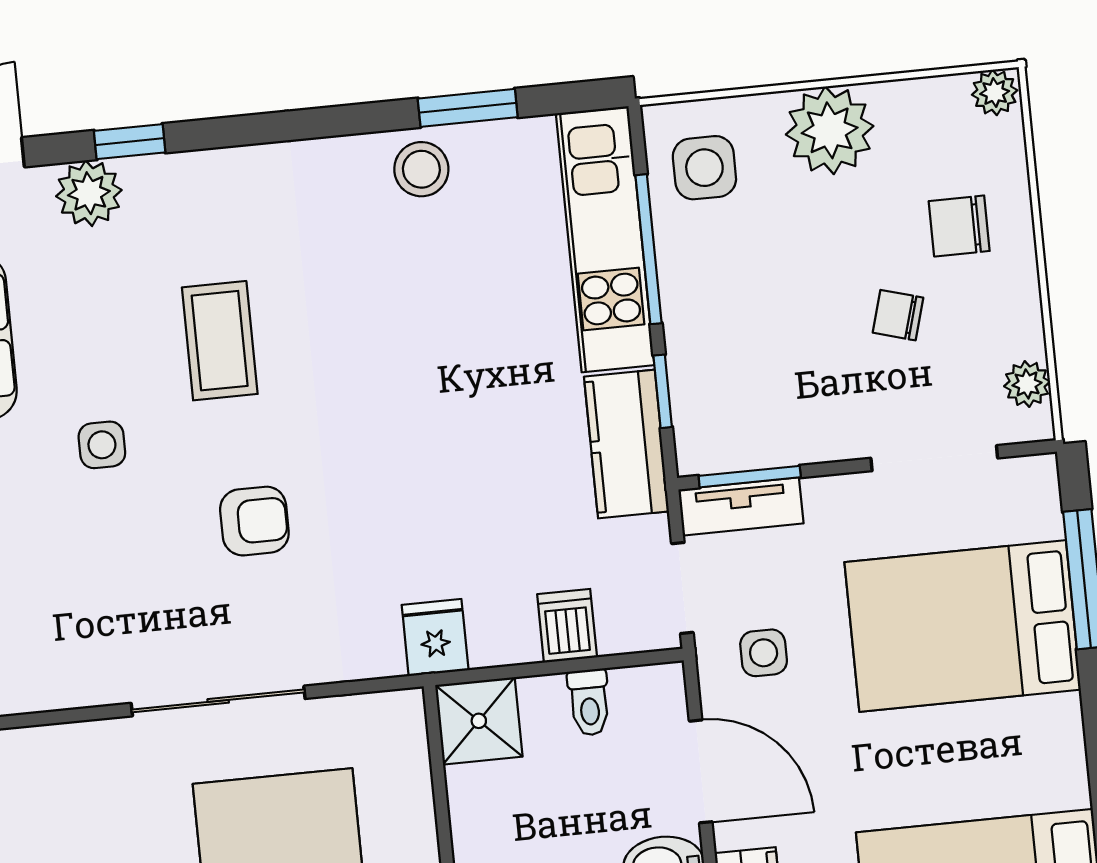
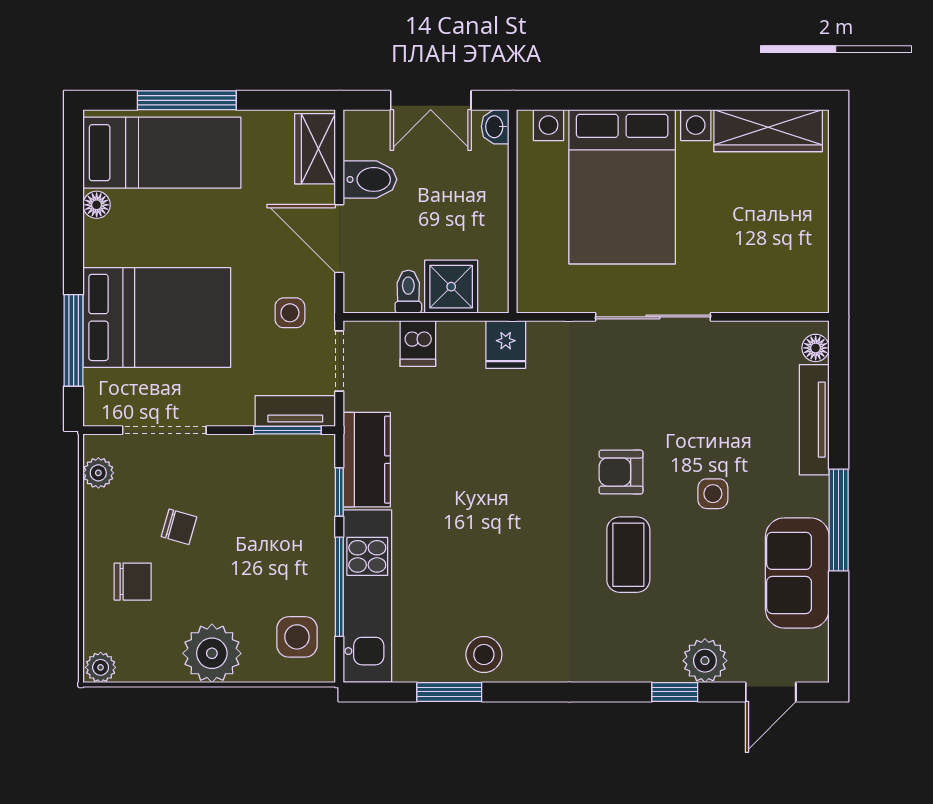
armchair: (254, 521) -> (621, 472), moved
shower: (479, 721) -> (451, 287), moved
floor lamp: (1070, 786) -> (97, 205), added

